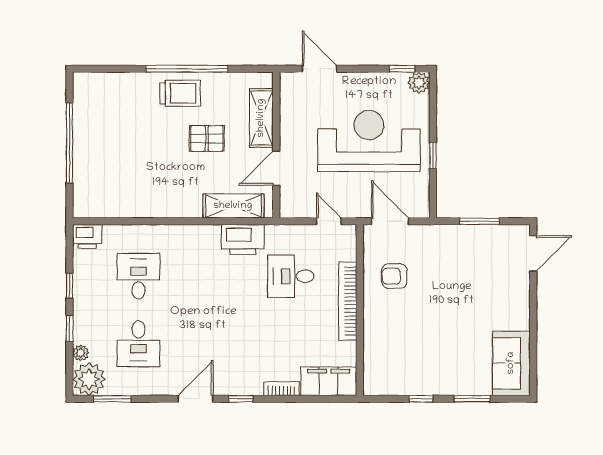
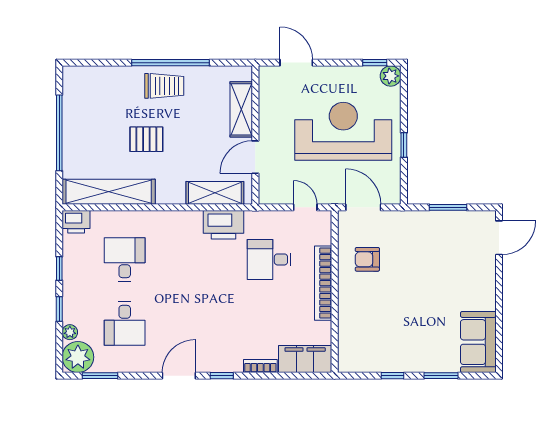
pallet: (207, 138) -> (146, 139), moved
shelving: (122, 205) -> (109, 192), added

